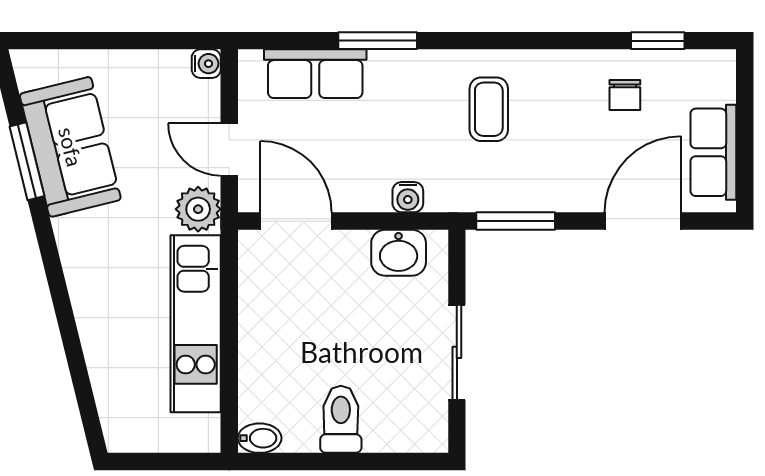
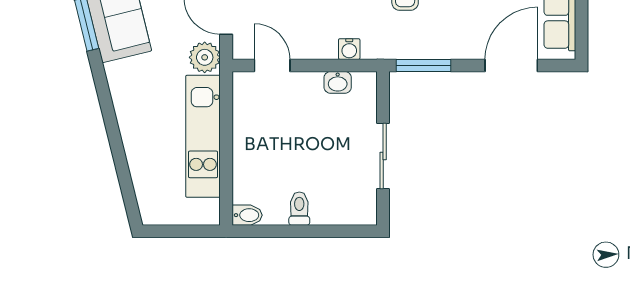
door: (296, 221) -> (272, 65), width x0.73
washbasin: (399, 253) -> (338, 82), width x0.72, depth x0.69
toilet: (341, 419) -> (299, 209), width x0.73, depth x0.72

